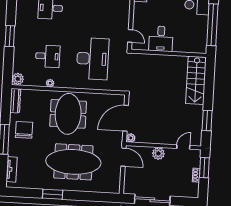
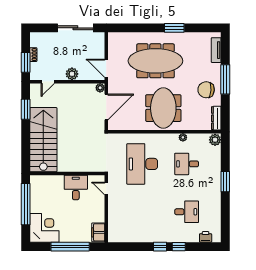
stairs: (196, 80) -> (43, 140), width x1.36, depth x1.51
chair: (24, 130) -> (206, 90), turned 95

